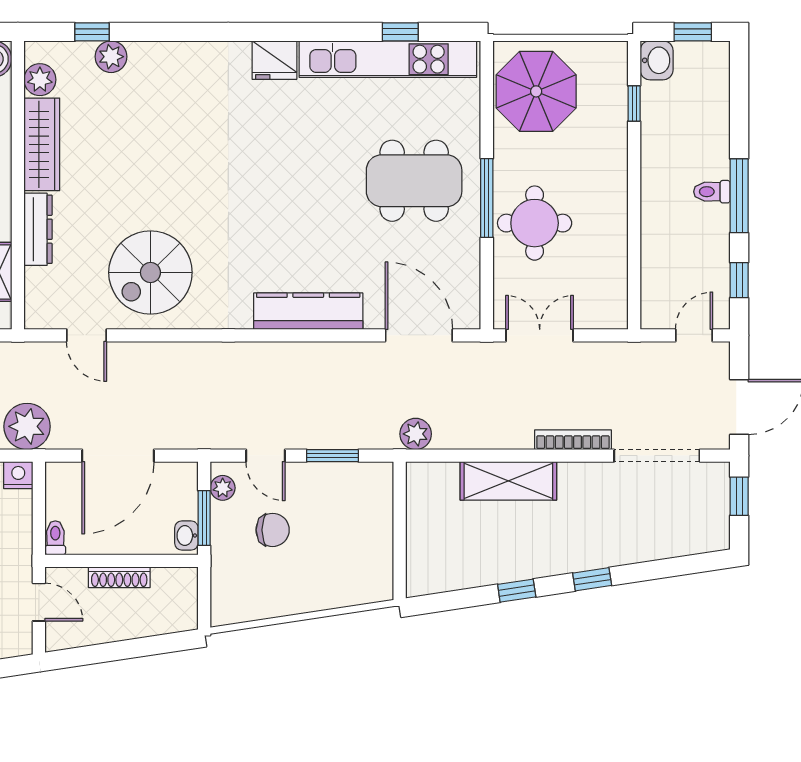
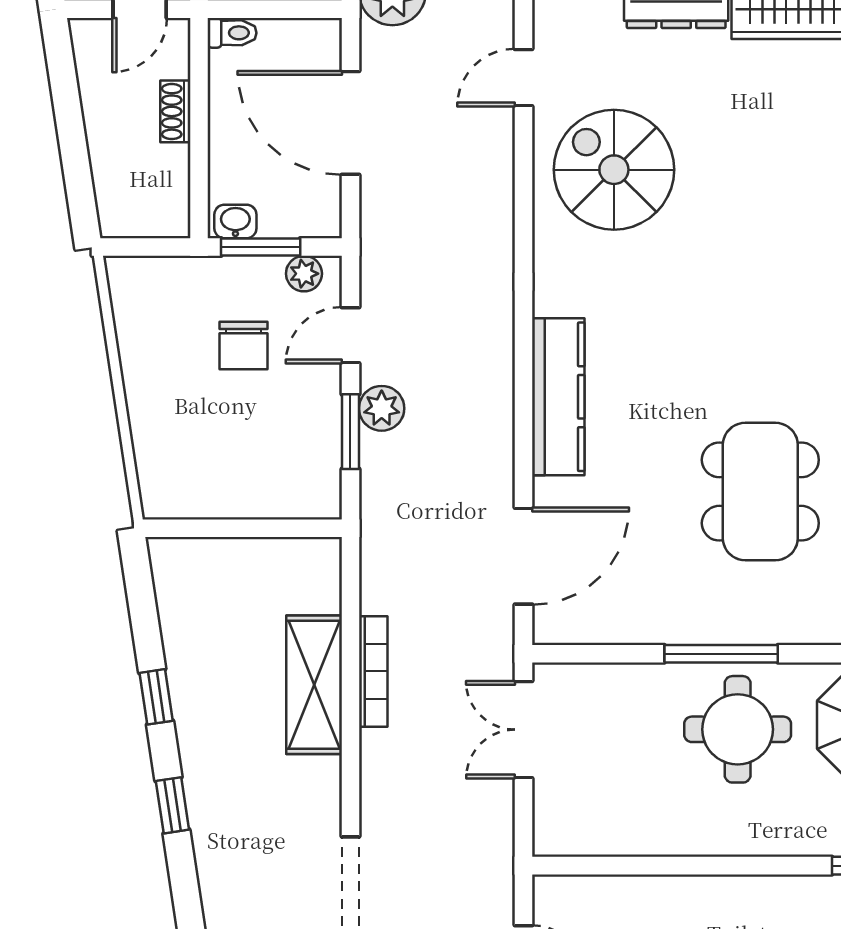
dining table: (414, 181) -> (760, 492), moved
round table: (535, 223) -> (738, 729), moved
double door: (540, 335) -> (523, 730), swing flipped
plant: (416, 434) -> (382, 408), moved
bookcase: (573, 440) -> (373, 671), moved
shoe rack: (119, 577) -> (175, 111), width x0.70

